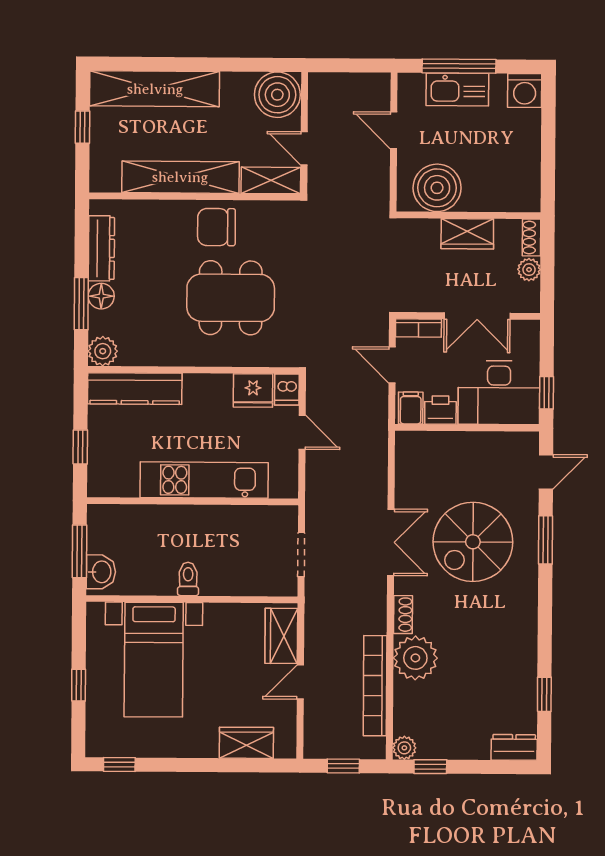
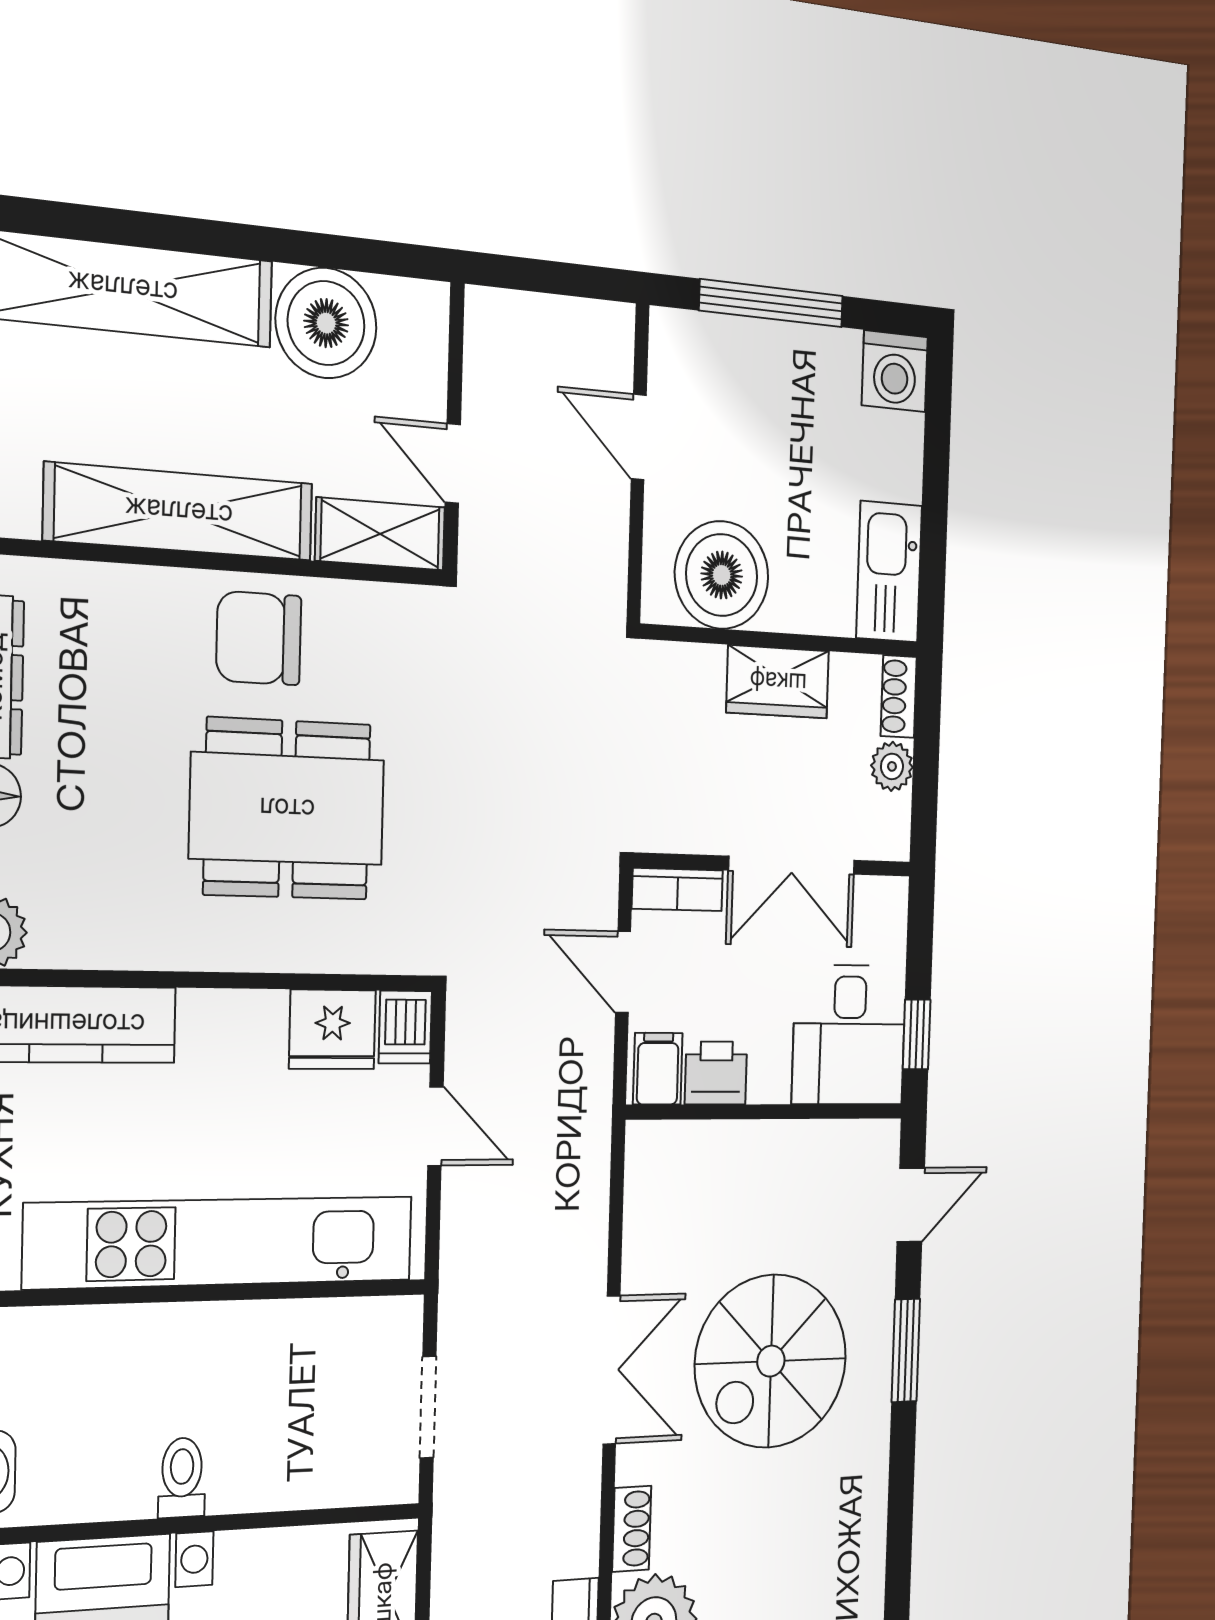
kitchen sink: (457, 90) -> (889, 572), moved, turned 90
boiler: (277, 95) -> (326, 323), moved
desk: (499, 393) -> (849, 1035), width x0.73
kitchen unit: (204, 480) -> (221, 1242), width x1.36

